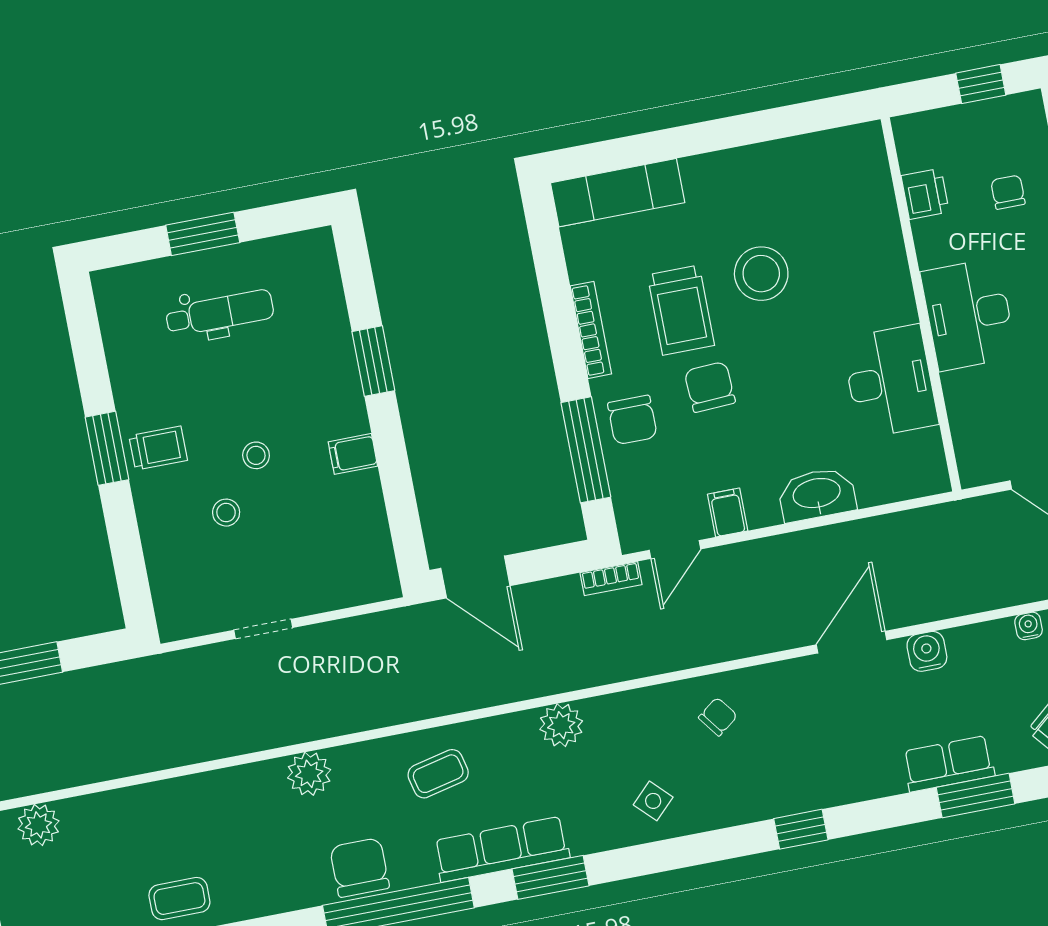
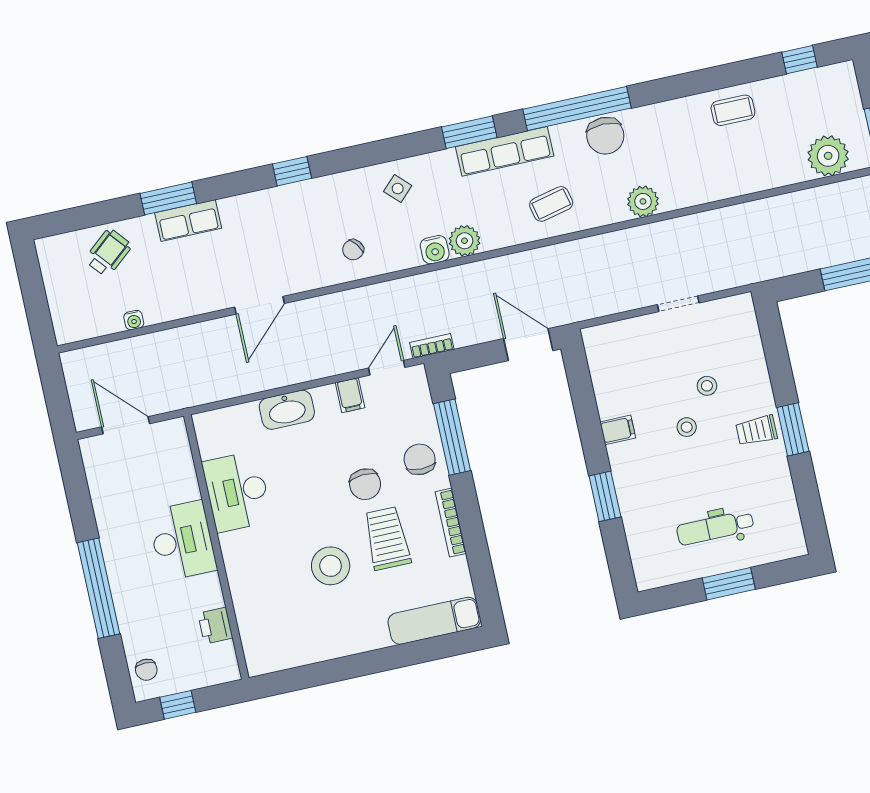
chair: (1008, 192) -> (146, 670), moved
water cooler: (927, 651) -> (435, 250), moved
plant: (38, 825) -> (828, 156), width x1.36, depth x1.36

